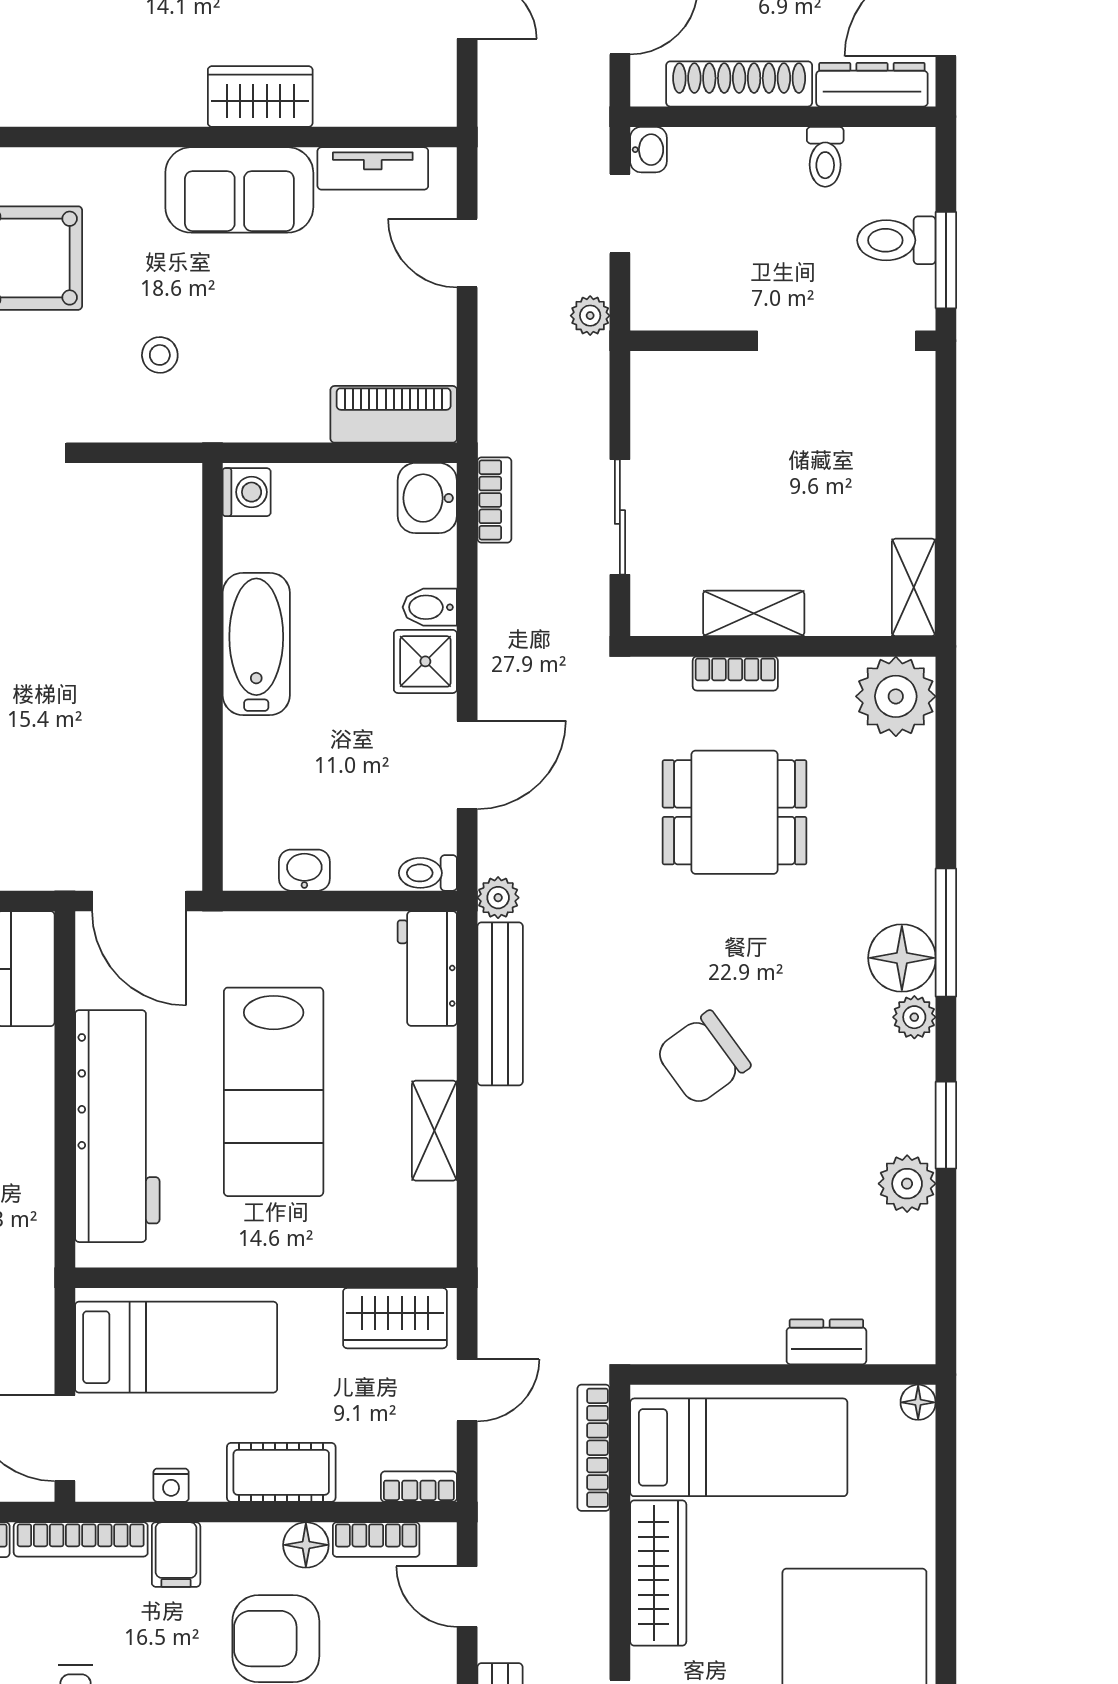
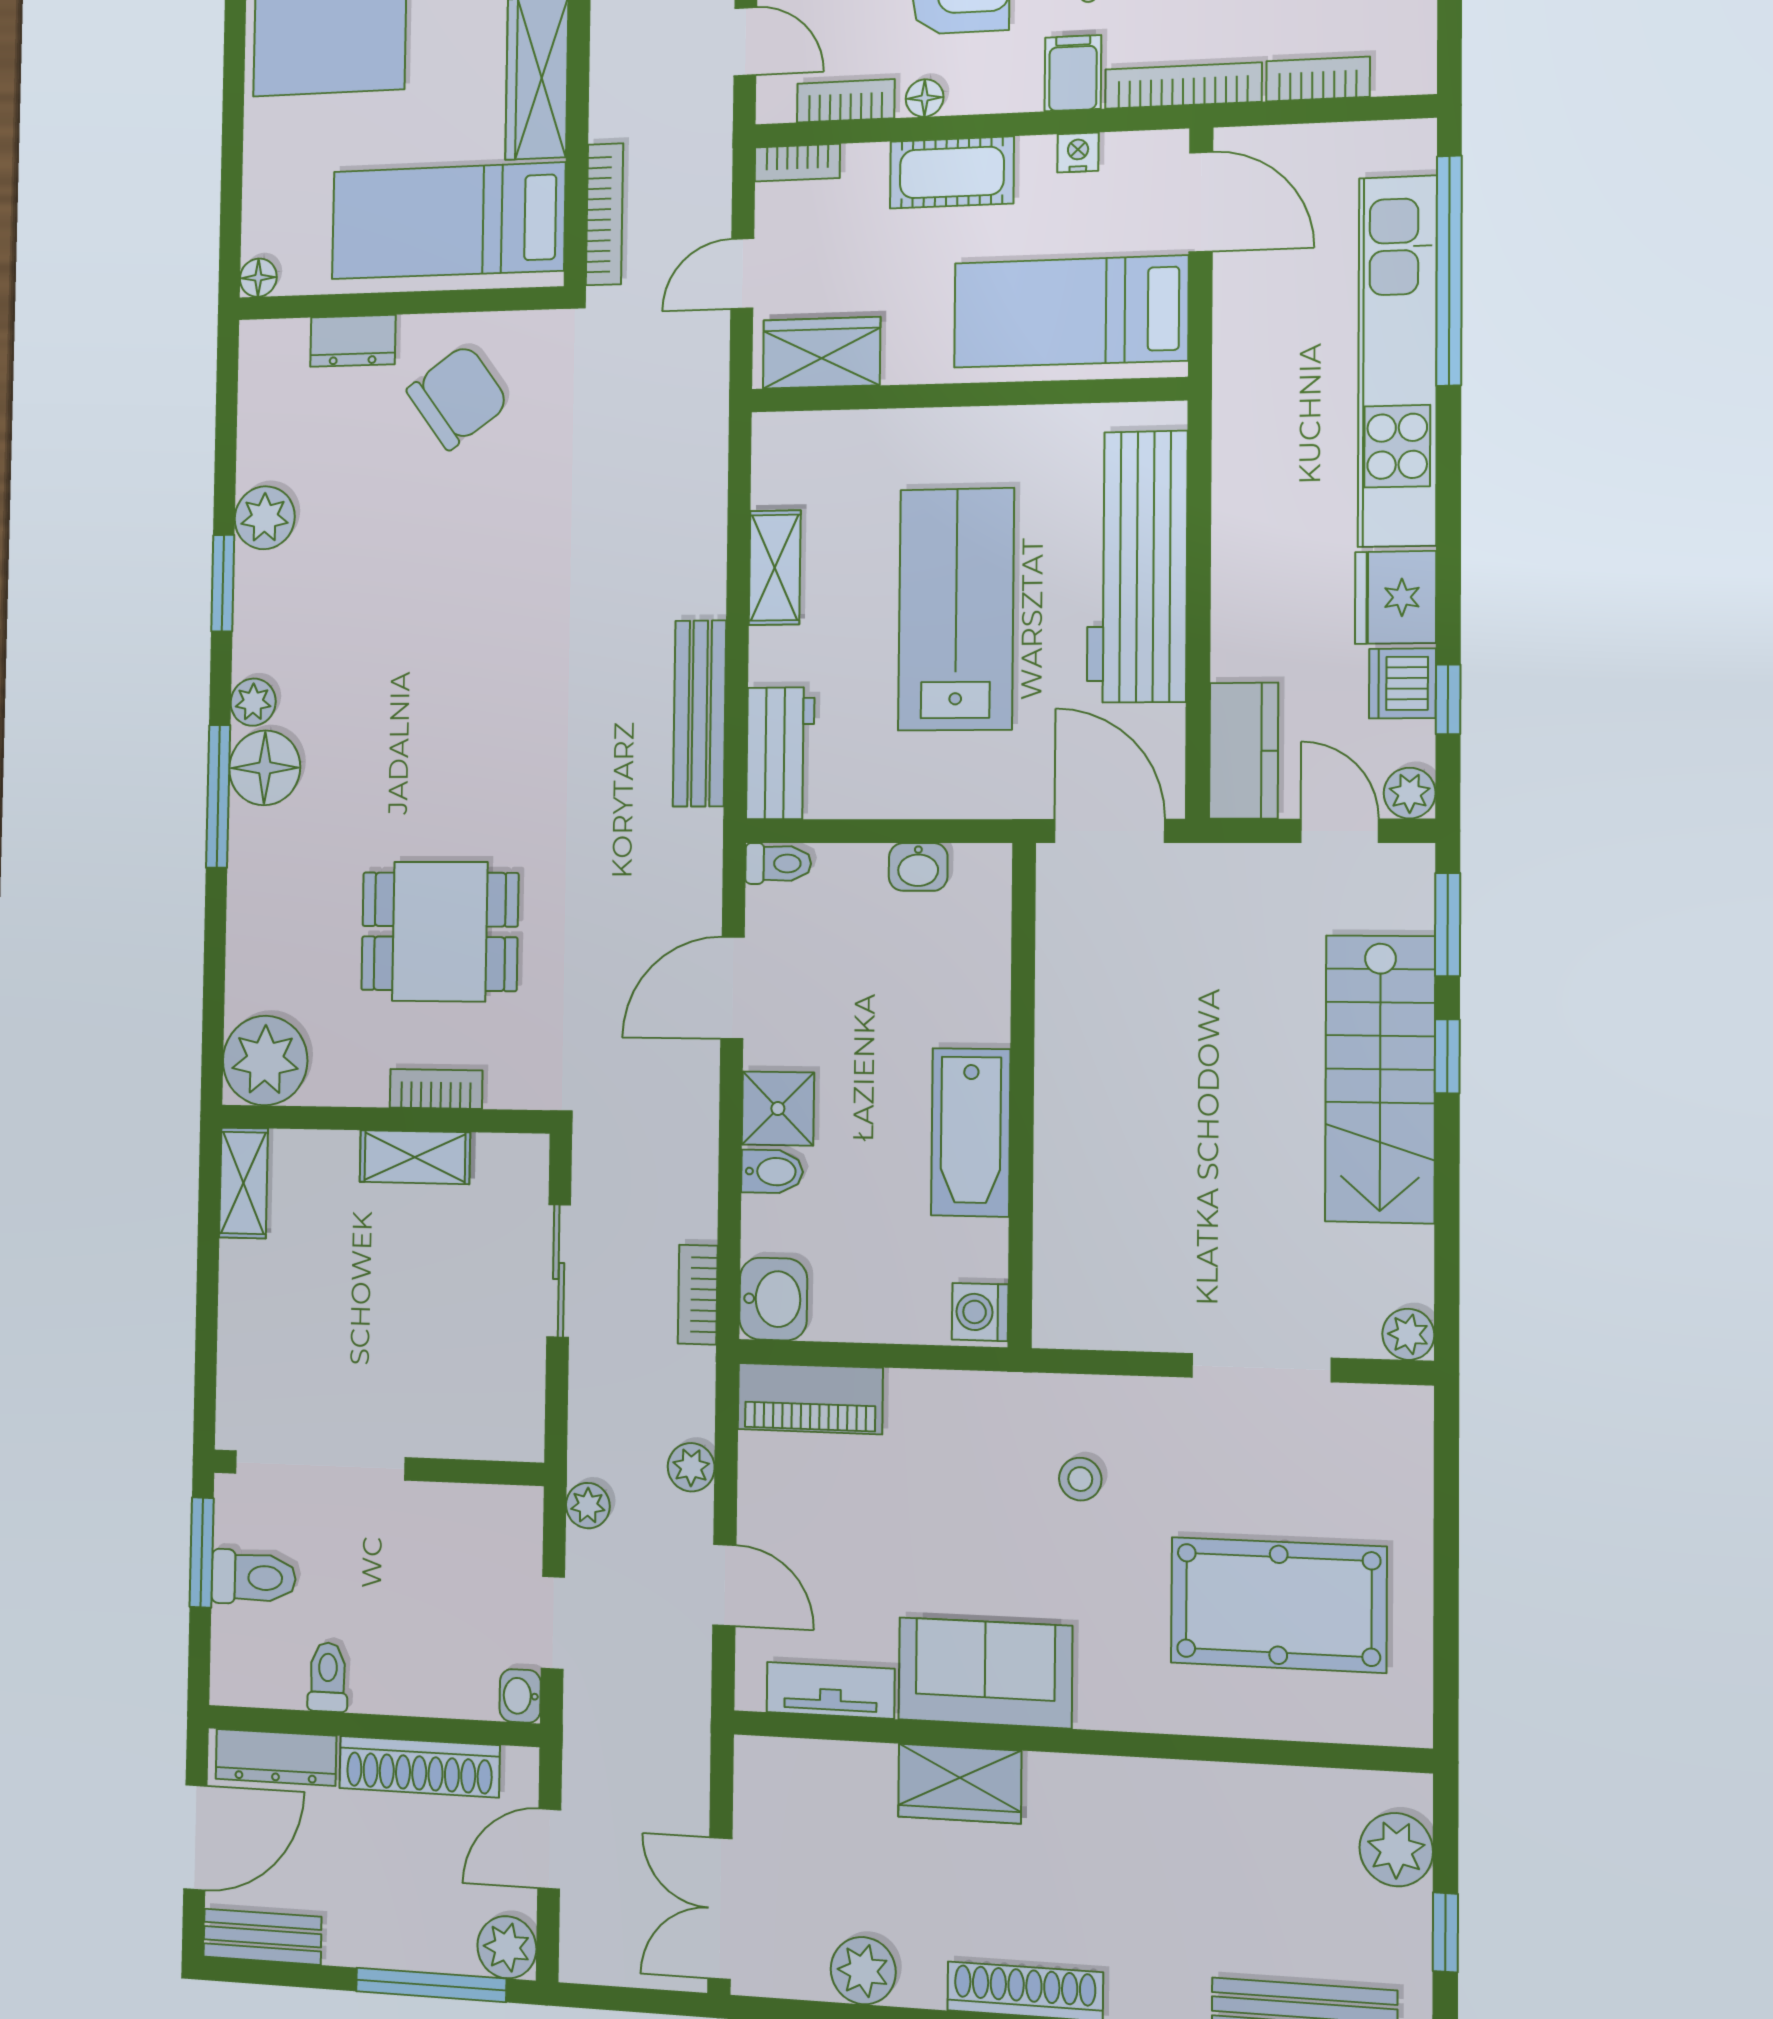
plant: (498, 898) -> (691, 1467), moved
chair: (703, 1058) -> (458, 397), moved
floor lamp: (306, 1545) -> (925, 98), width x0.73, depth x0.73

